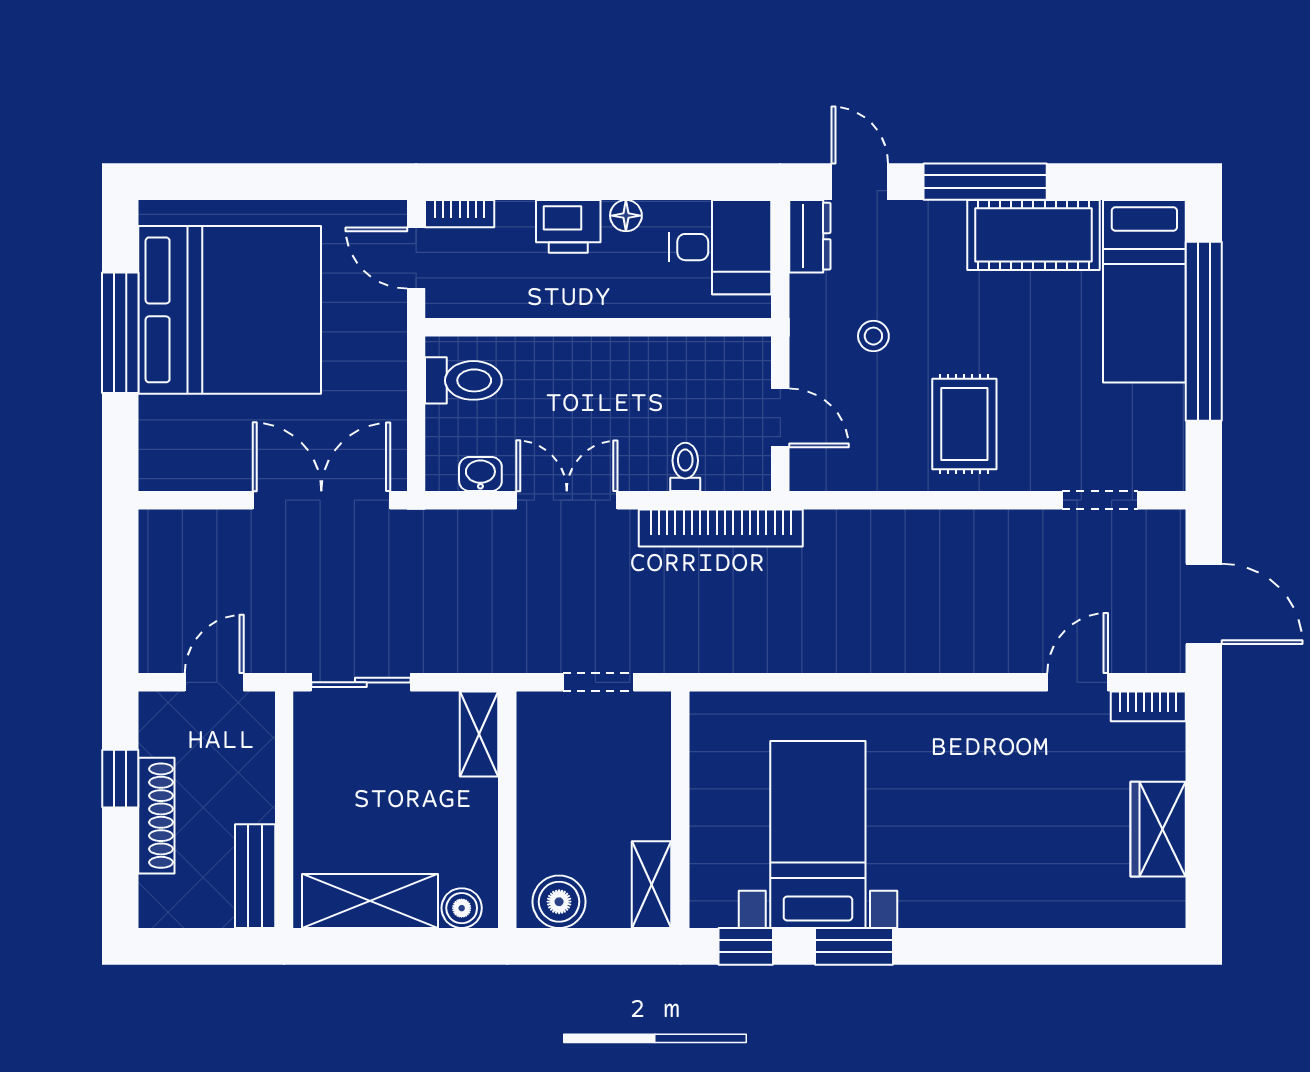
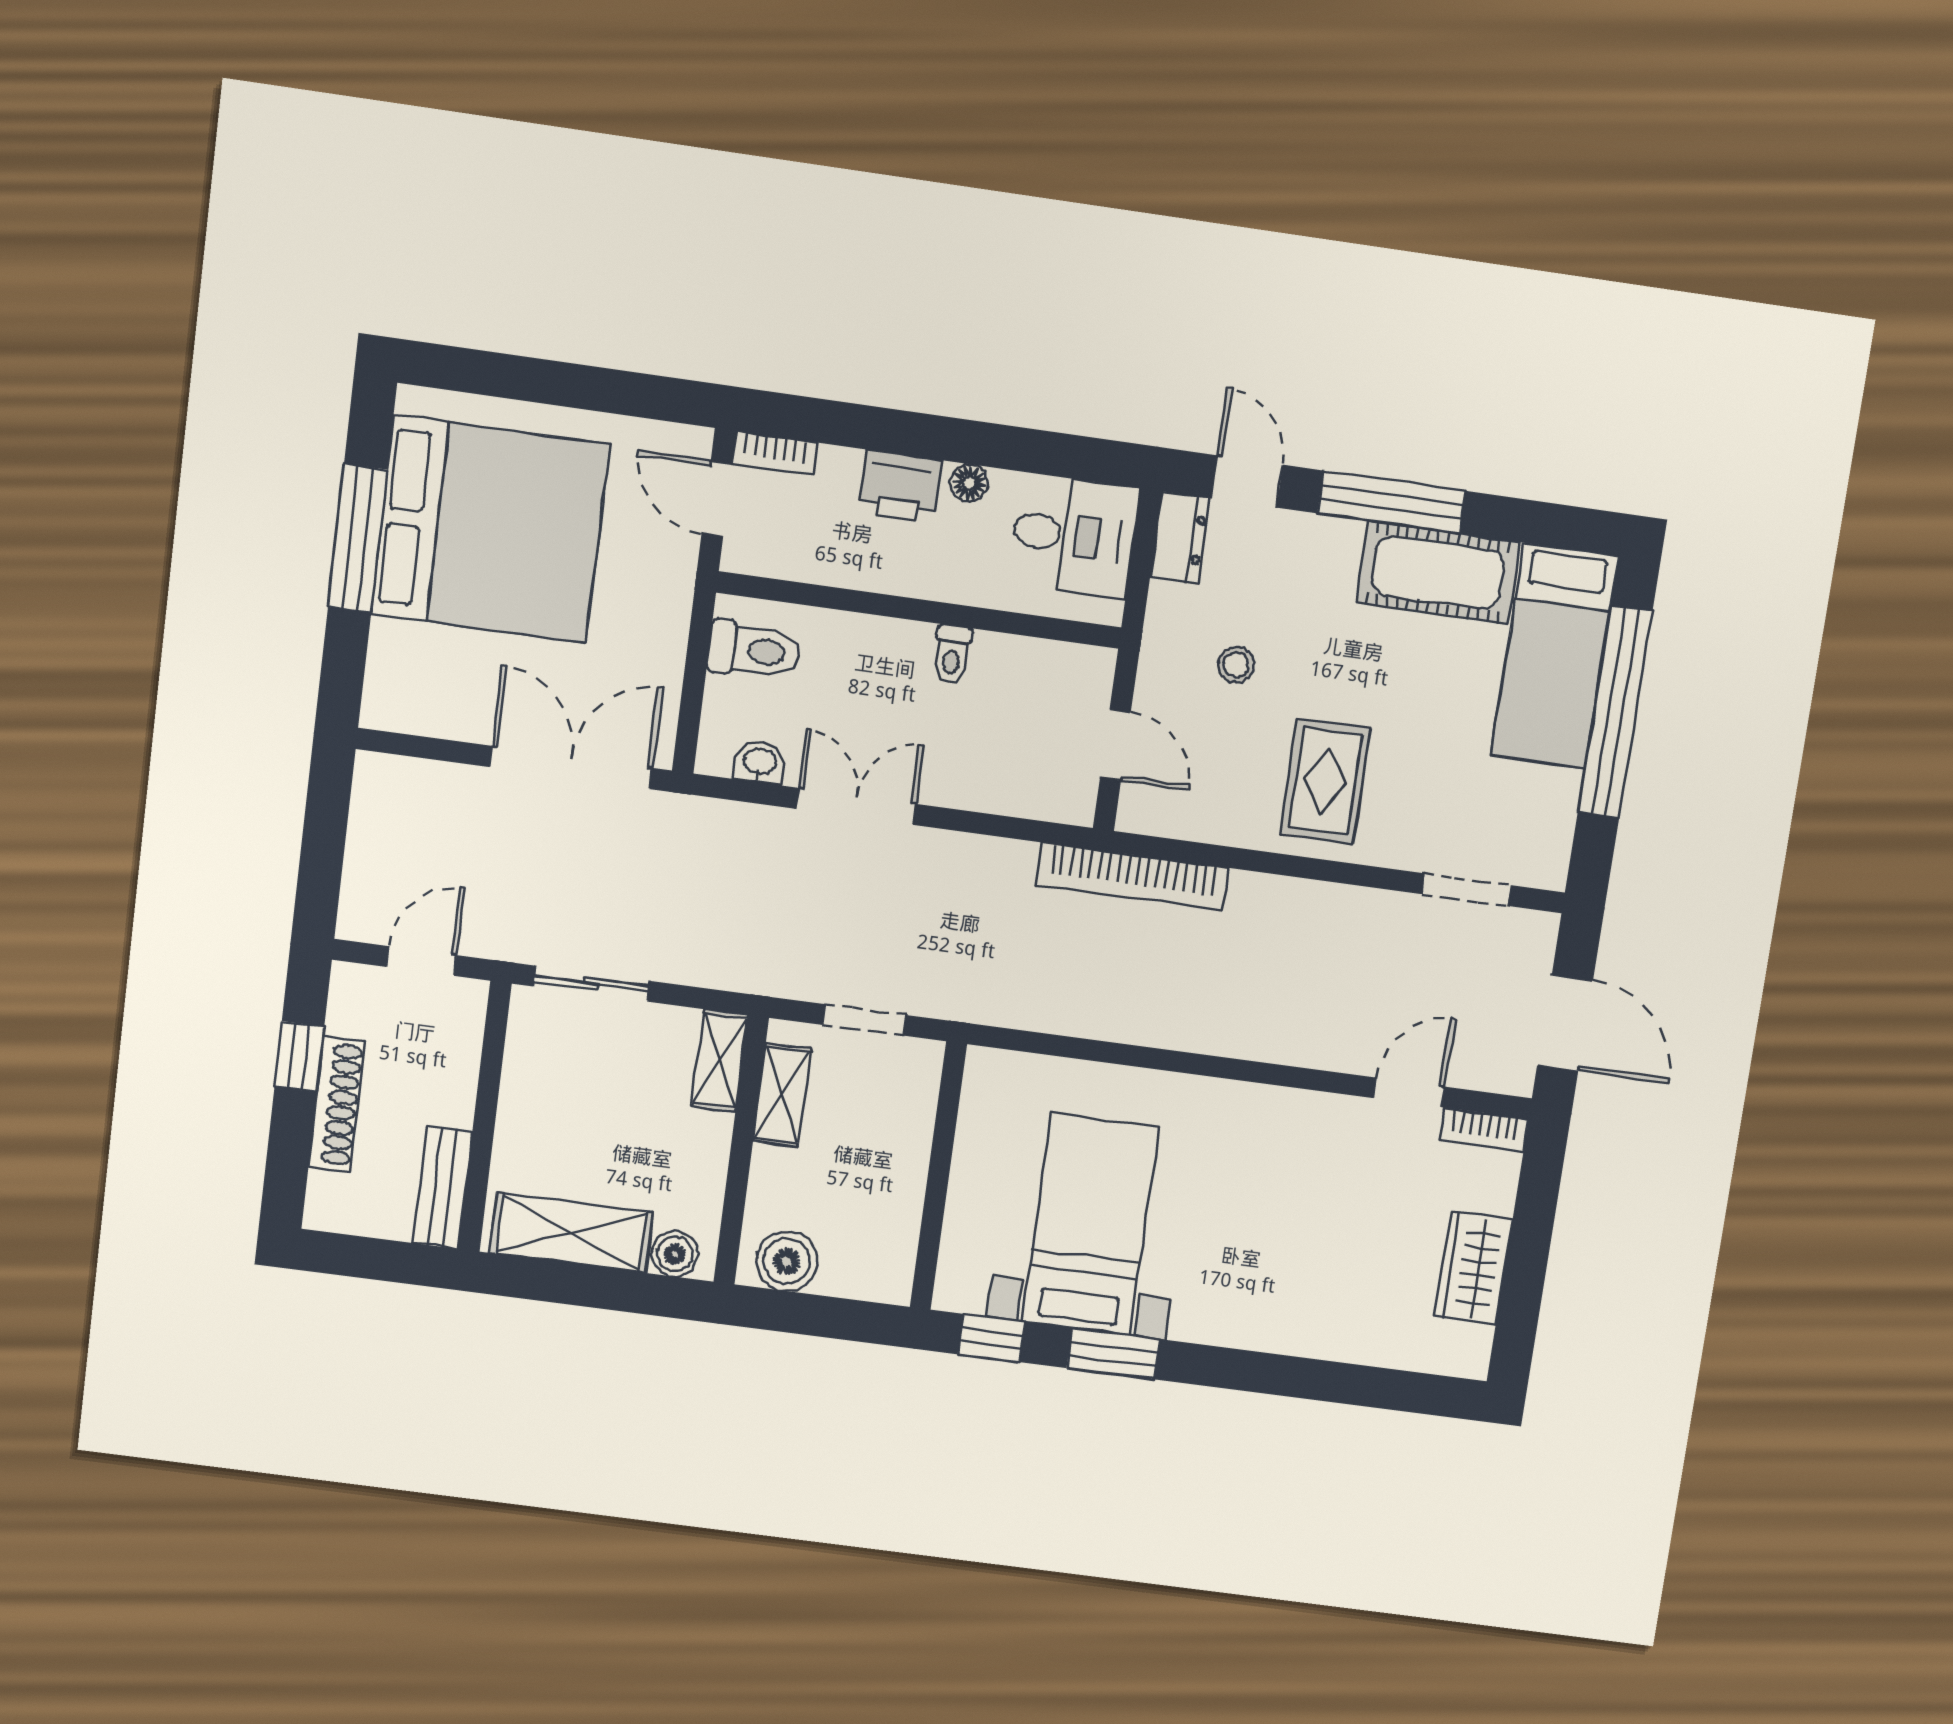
toilet: (685, 467) -> (952, 654), moved, turned 180
bookcase: (721, 528) -> (1133, 877), moved
shelving: (652, 885) -> (782, 1095), moved

